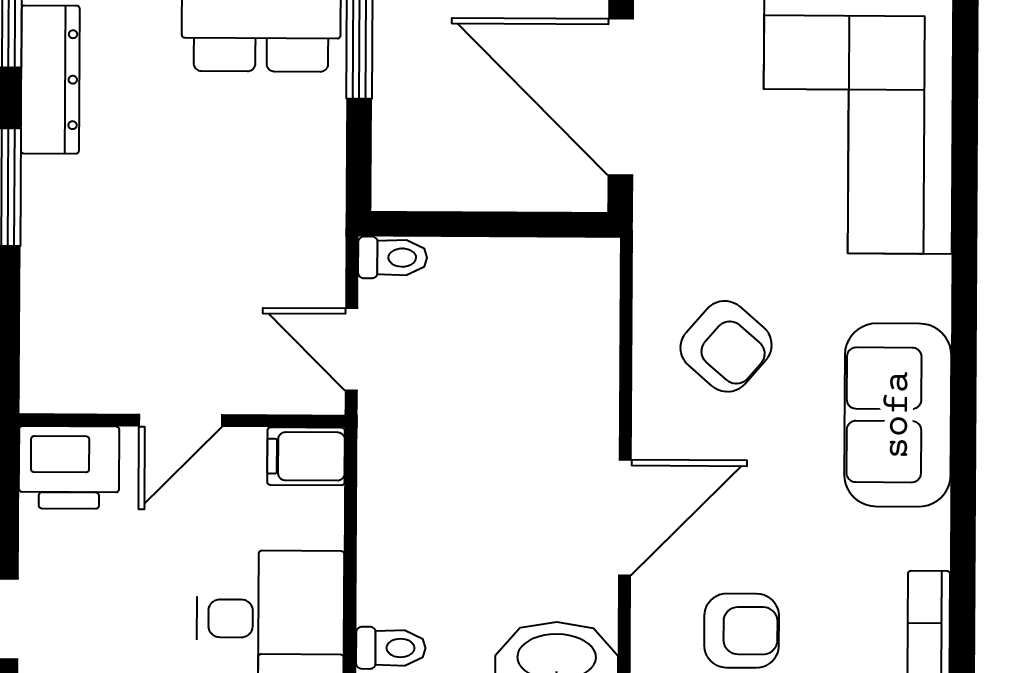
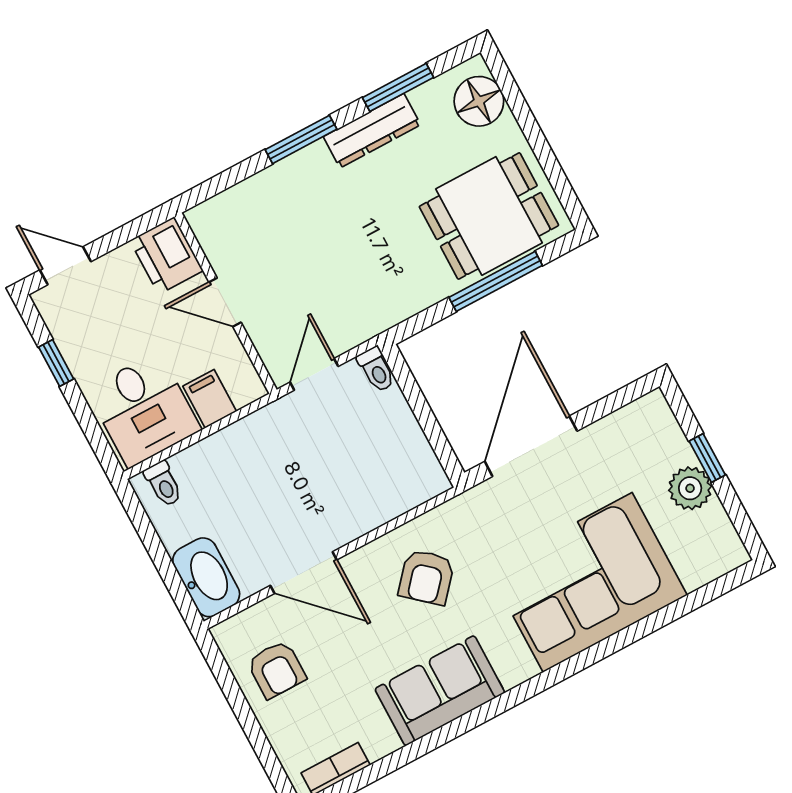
filing cabinet: (306, 456) -> (210, 399), moved

